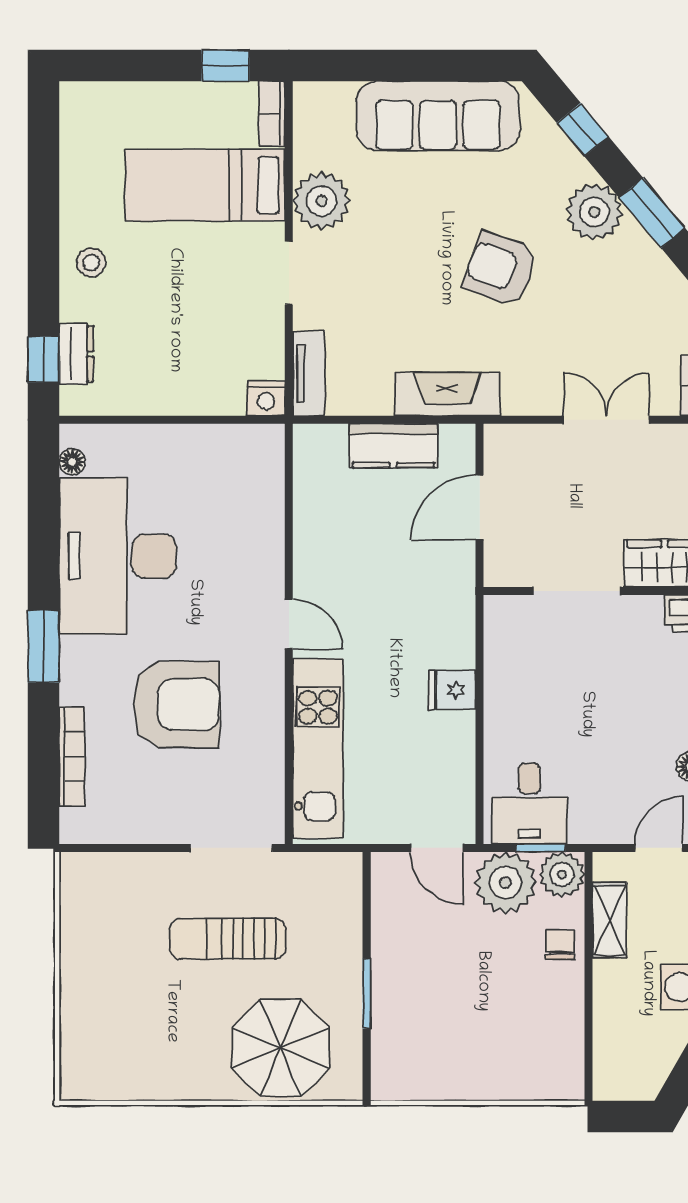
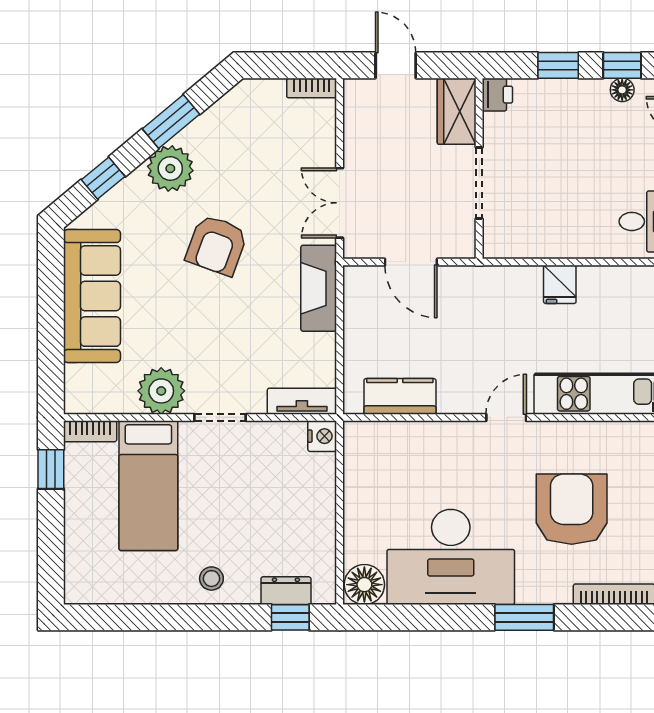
double door: (606, 420) -> (340, 203), moved
kitchen counter: (393, 446) -> (400, 396), moved, turned -90
floor lamp: (72, 462) -> (364, 585), width x1.89, depth x1.89

